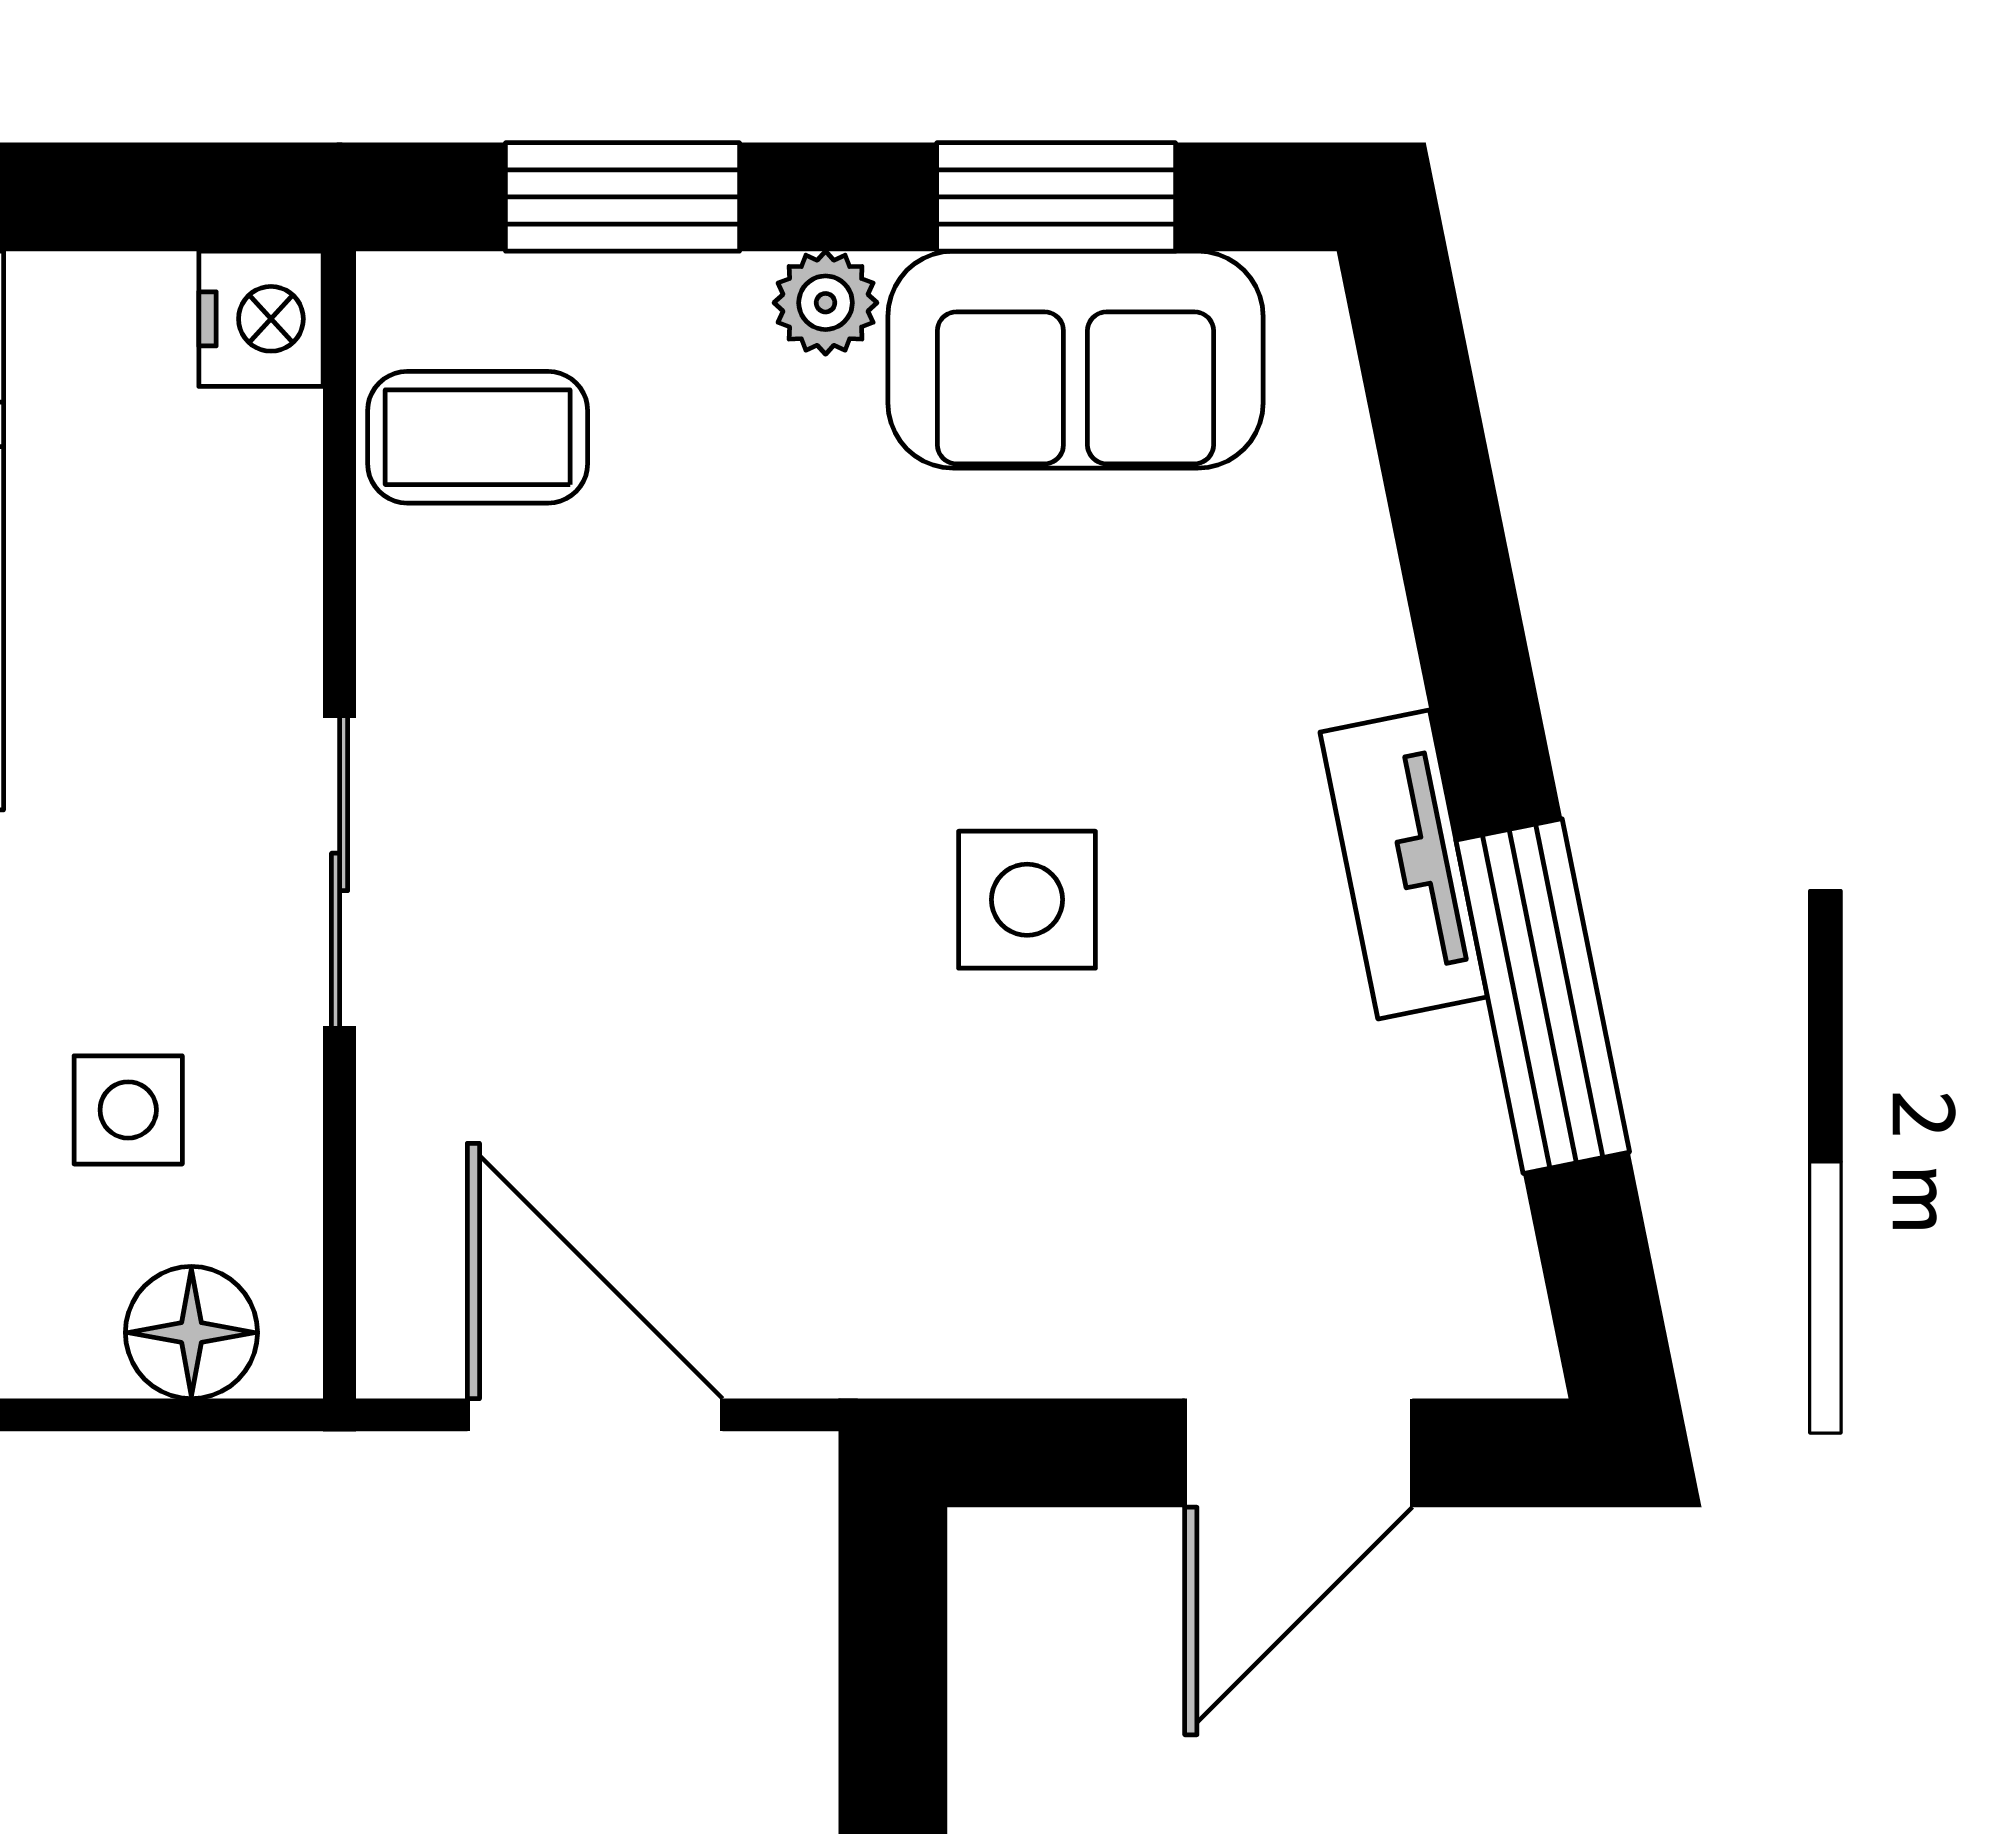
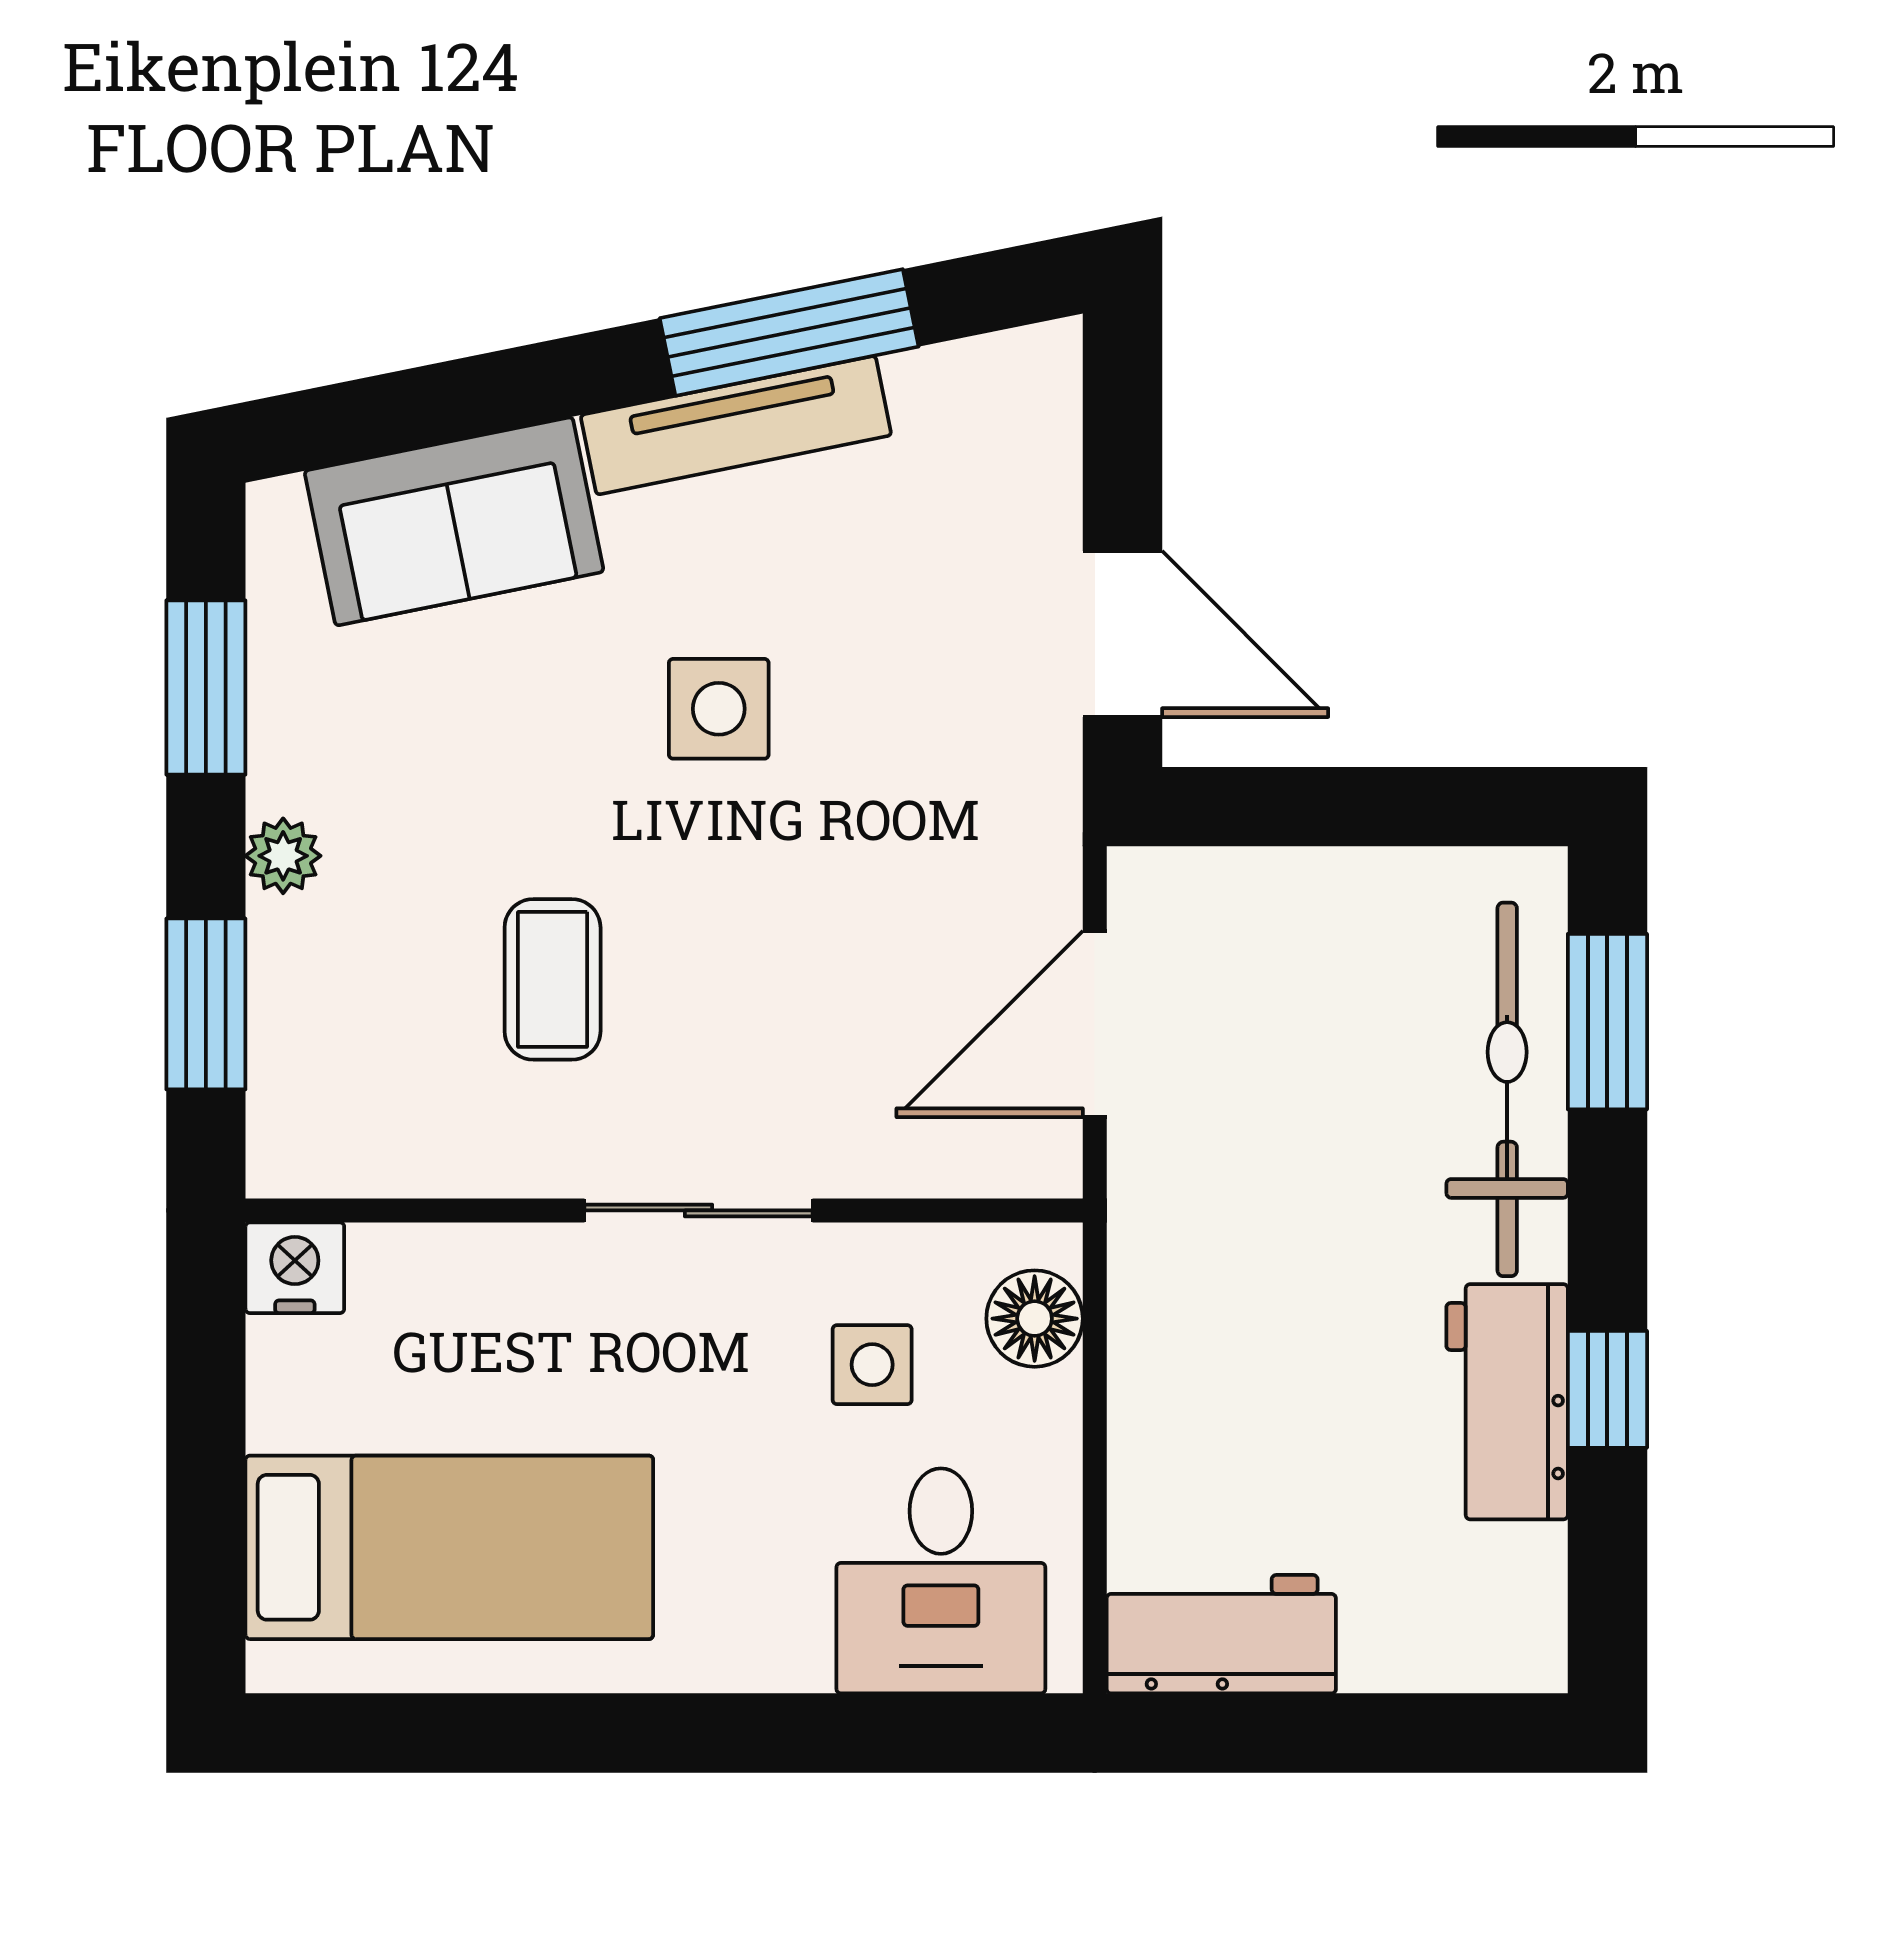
sofa: (1075, 360) -> (454, 521), moved, turned 79
coffee table: (478, 437) -> (553, 979), moved
tv unit: (1404, 865) -> (736, 425), width x1.41
door: (1299, 1453) -> (1122, 634), moved

